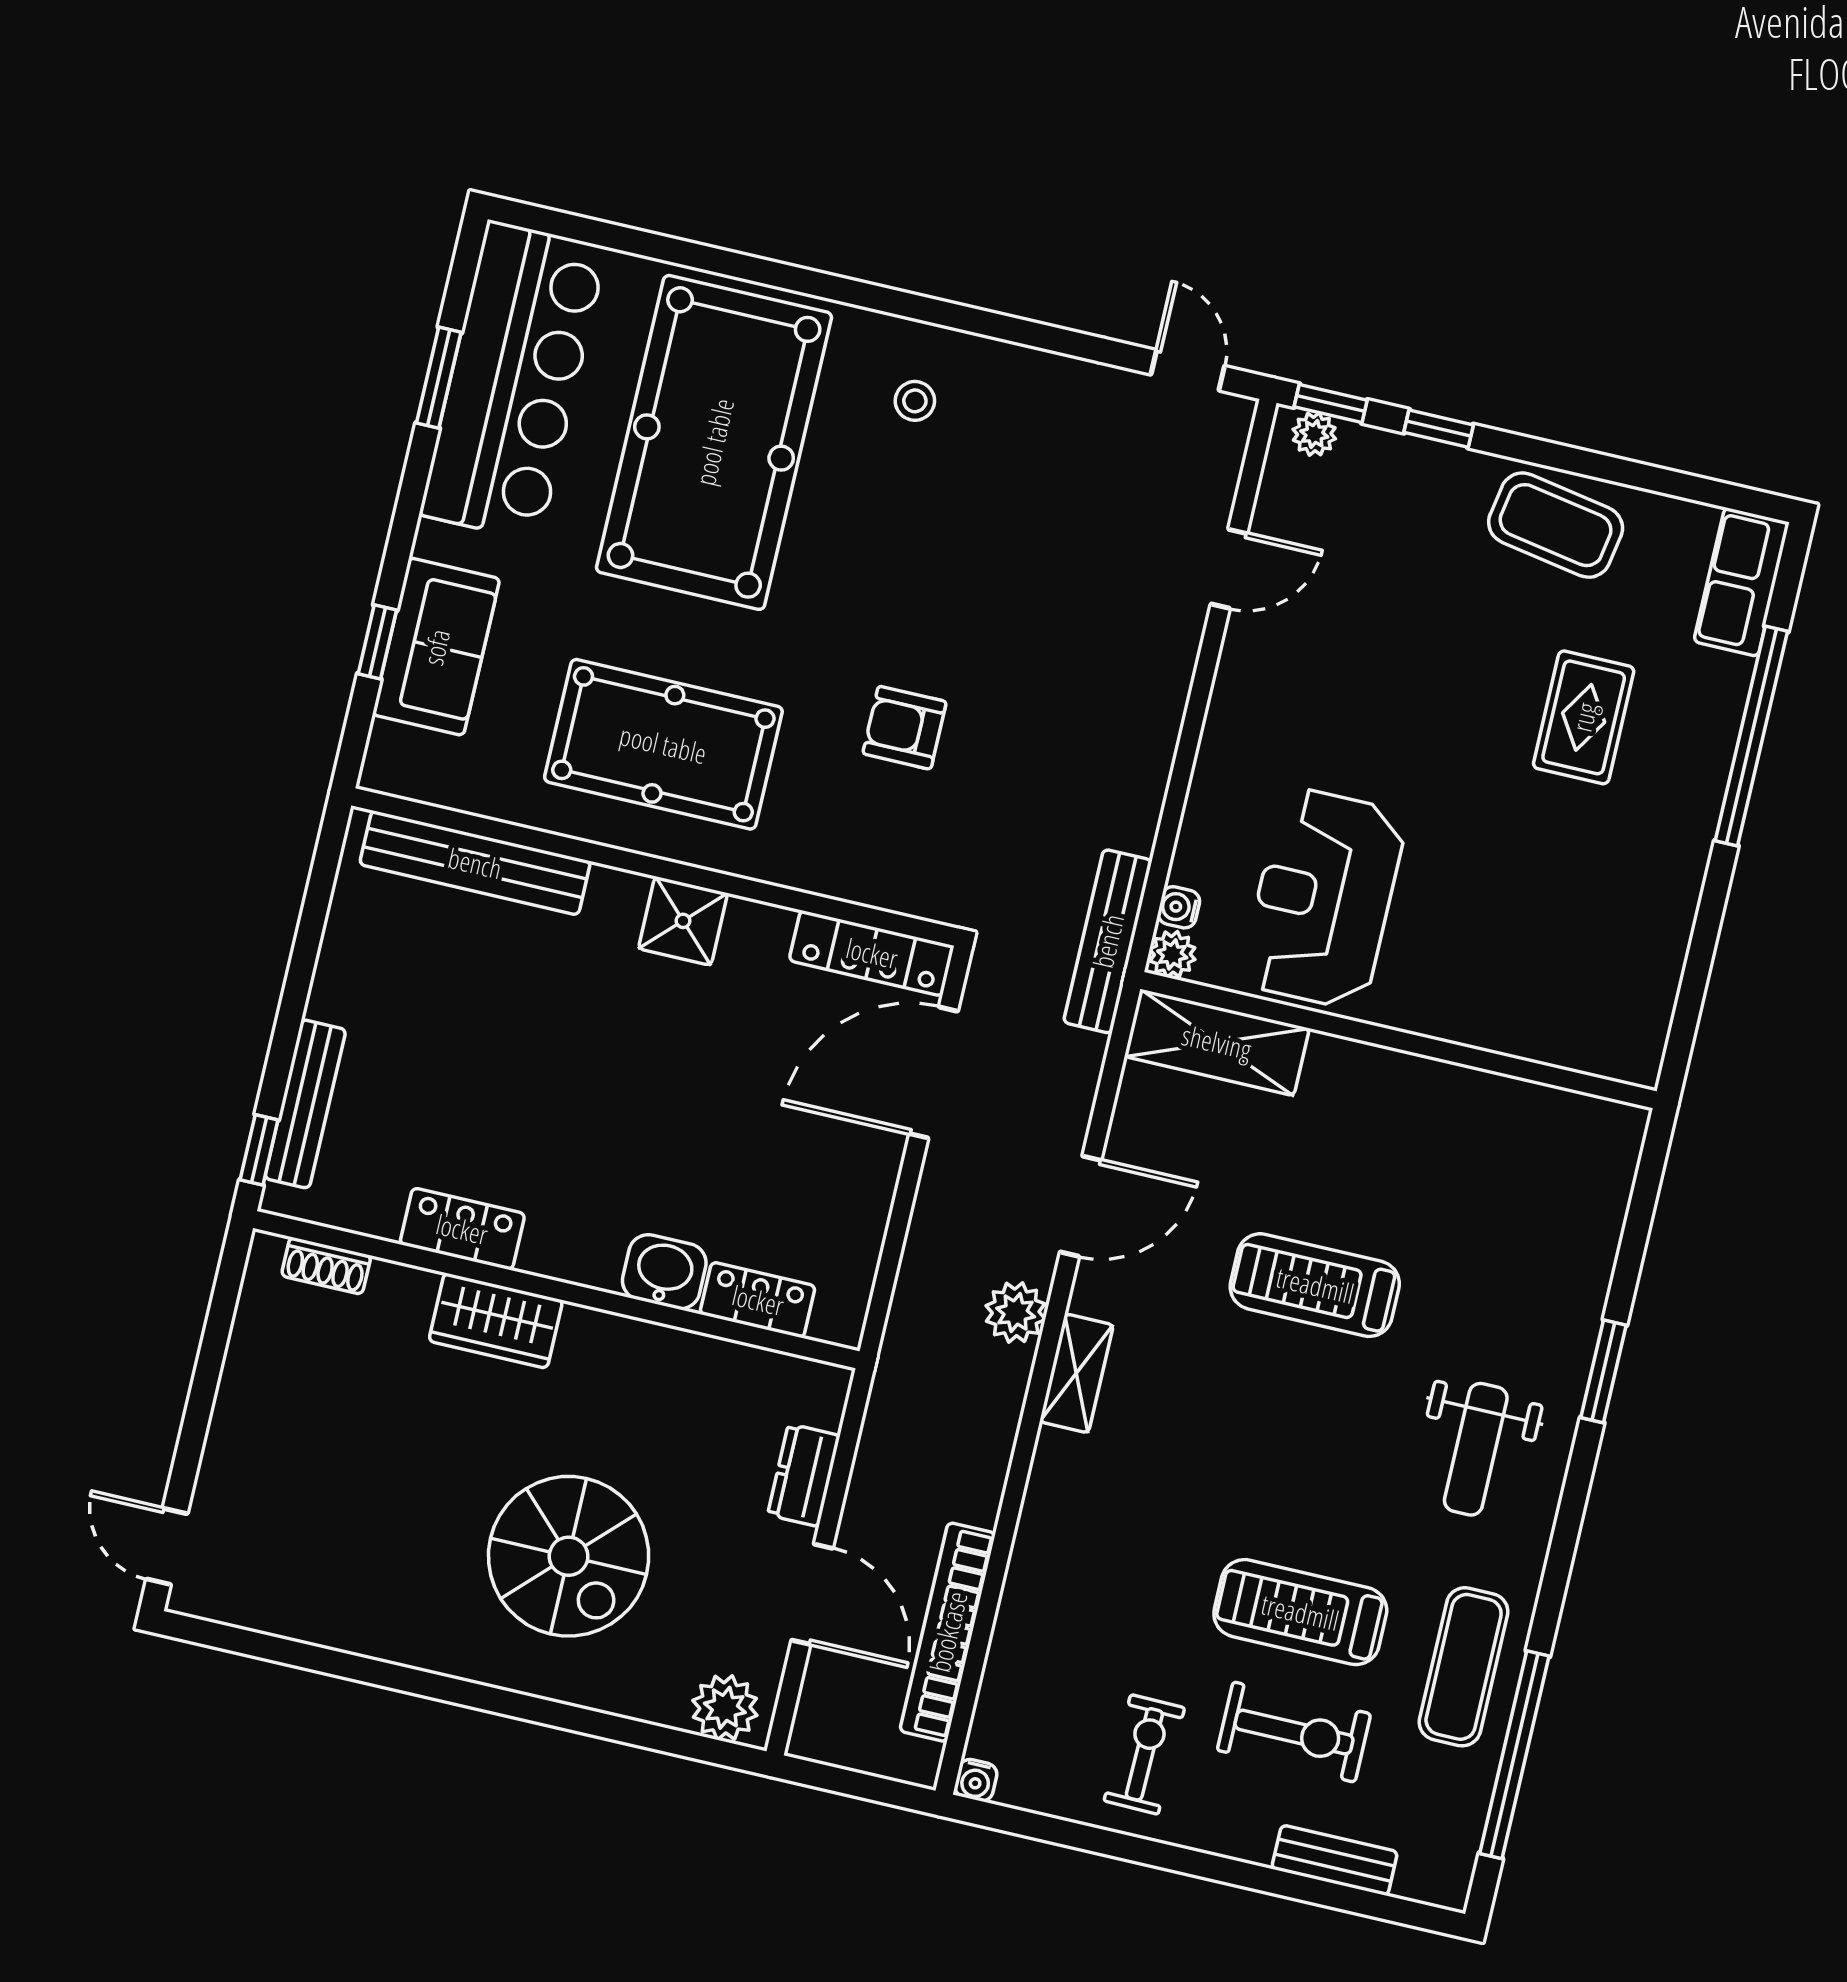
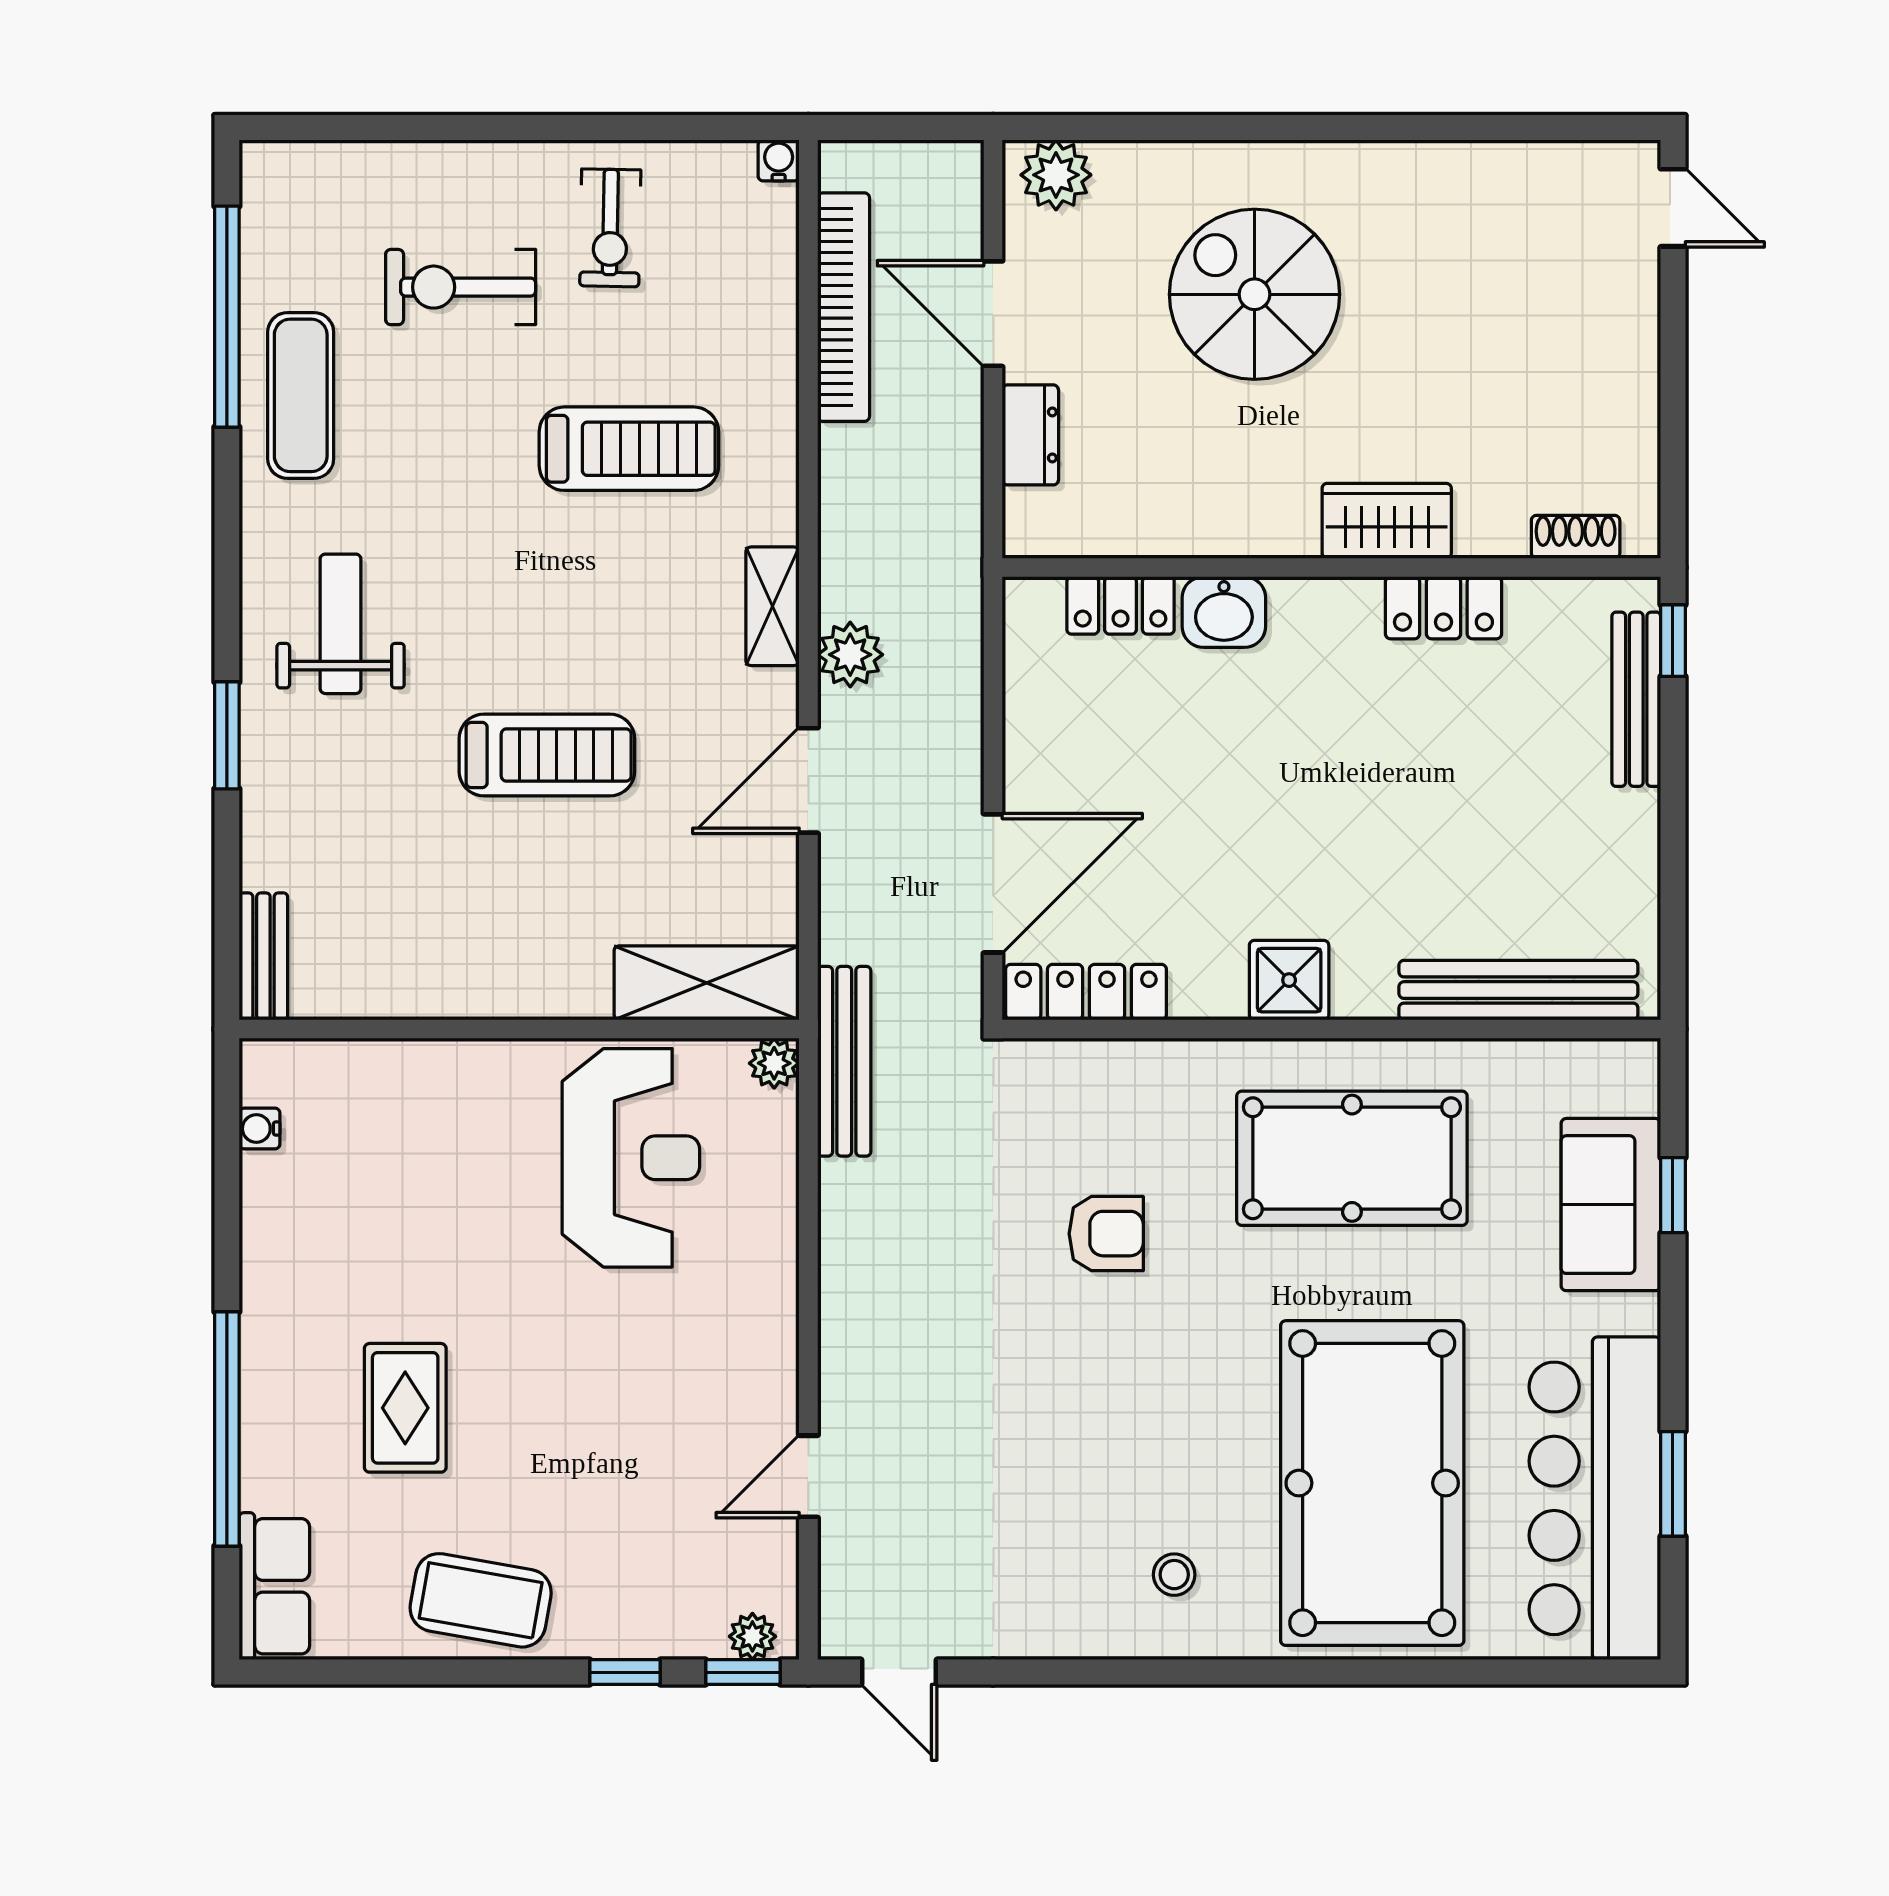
water cooler: (1179, 907) -> (260, 1129), moved, turned 180
treadmill: (1300, 1612) -> (629, 449), moved
bench: (1335, 1860) -> (263, 956), moved, turned 90

